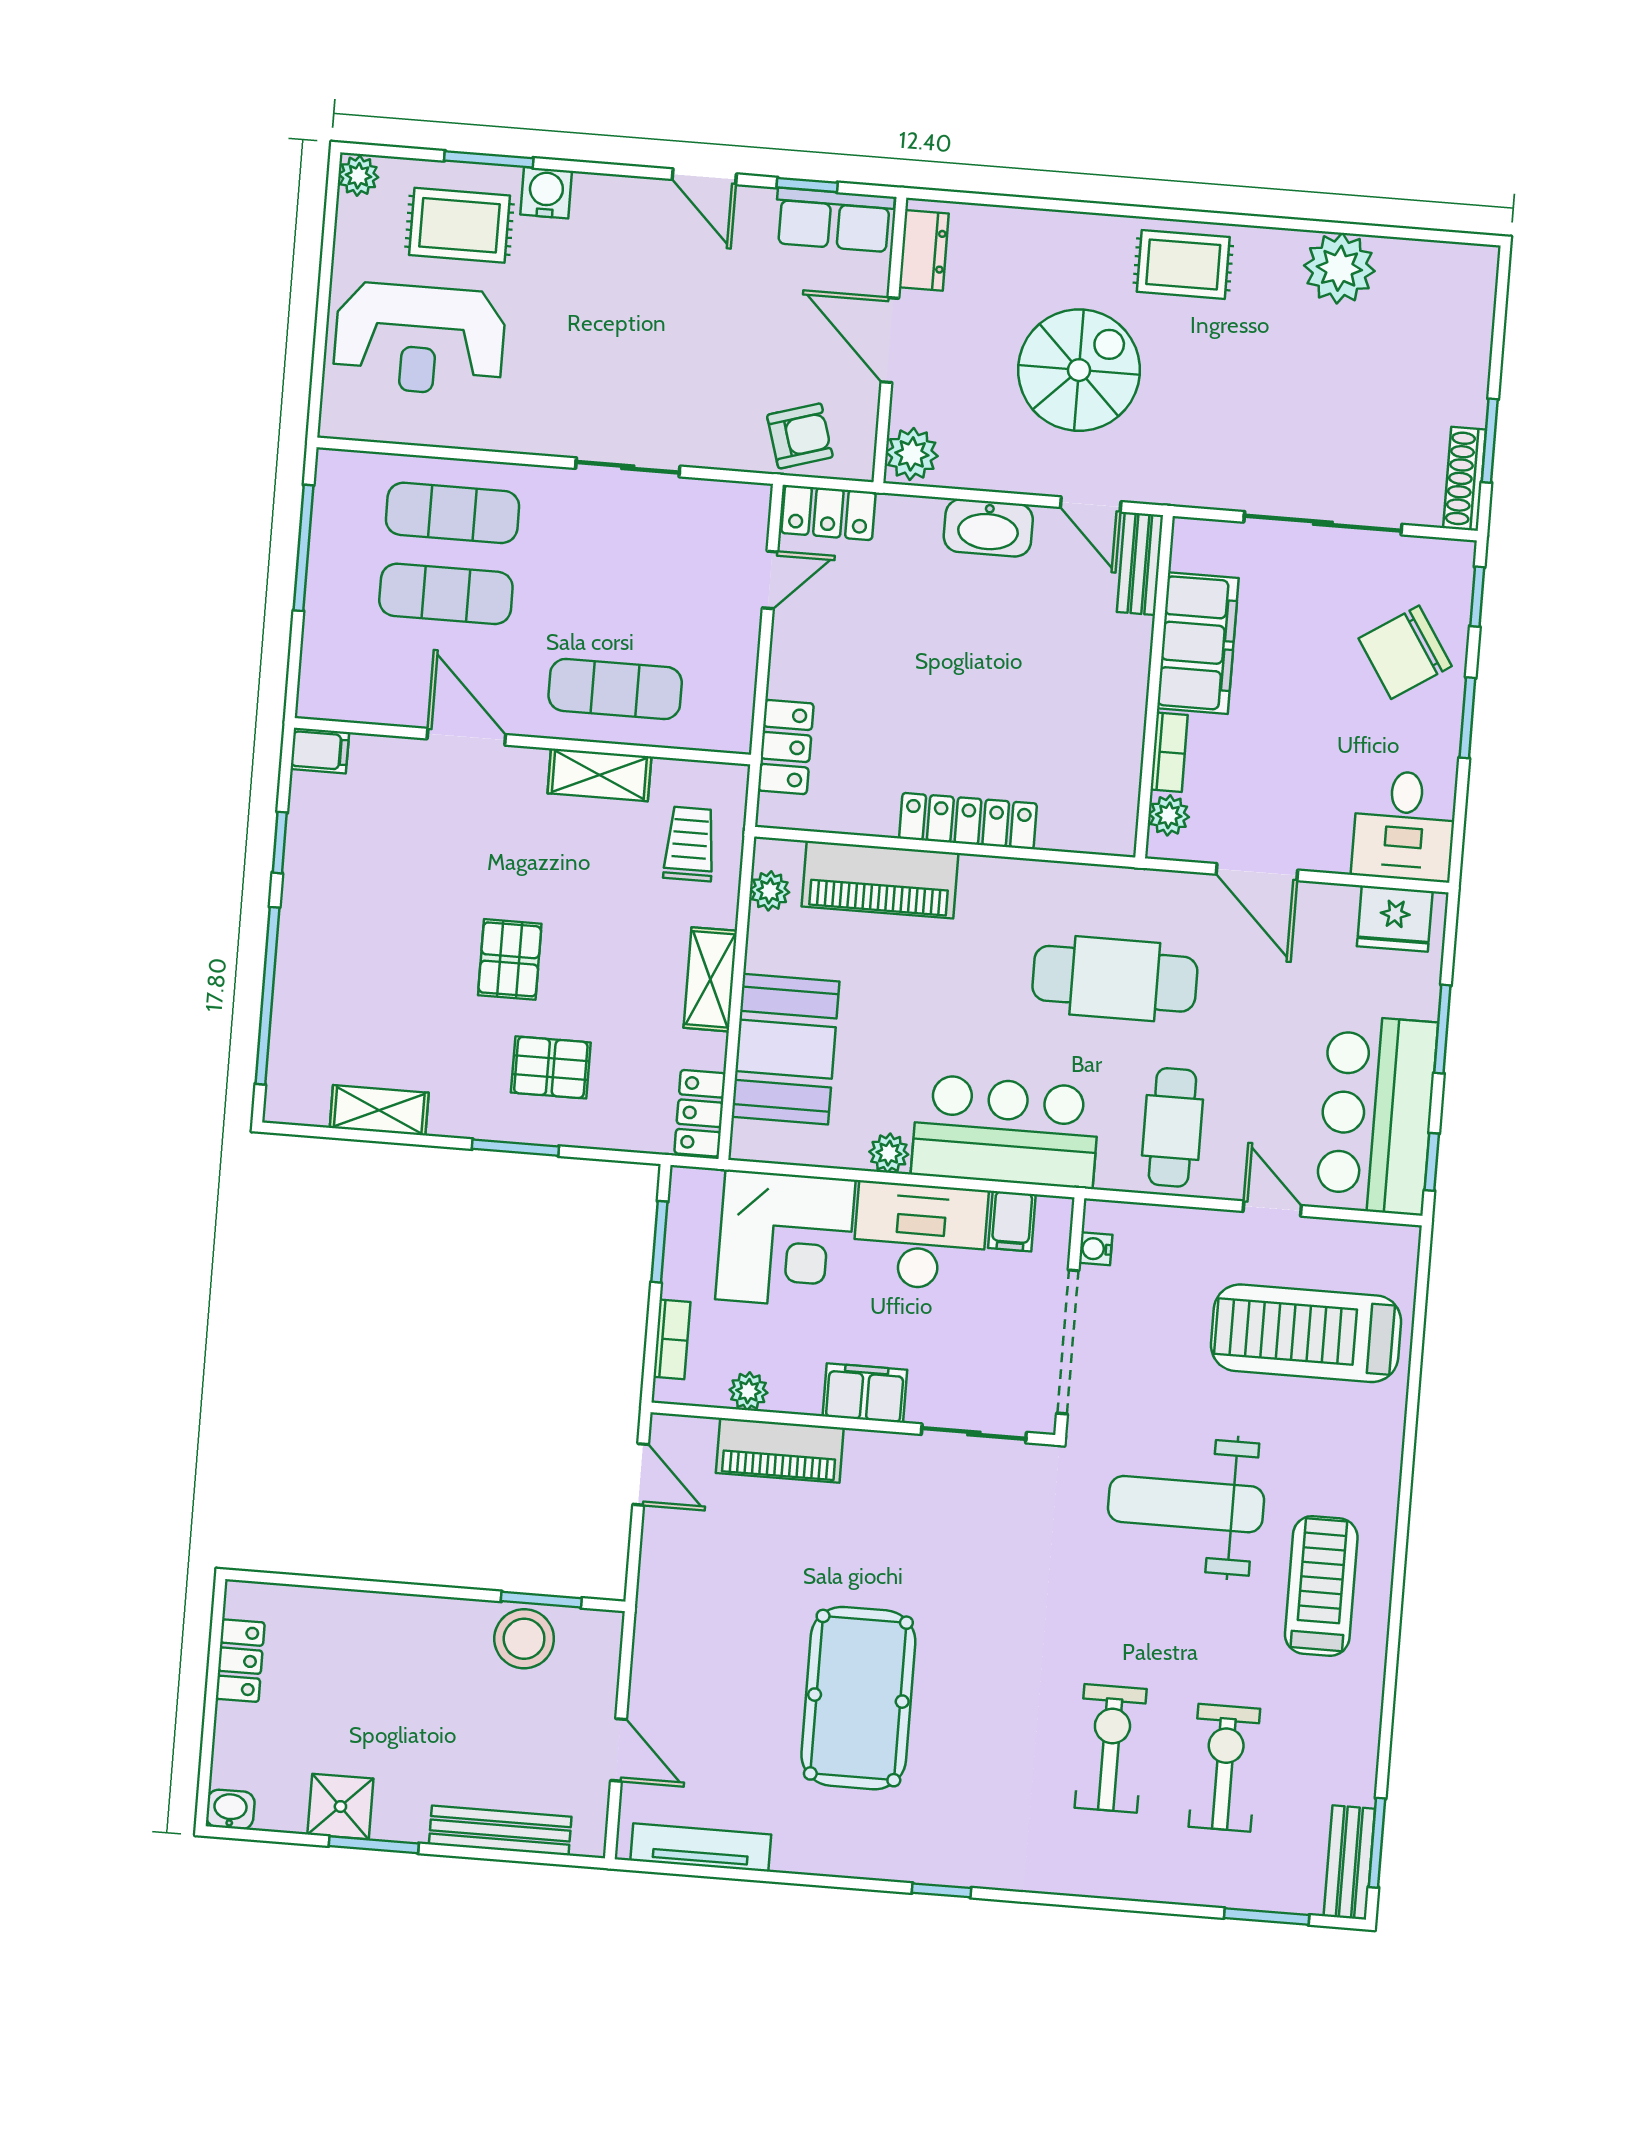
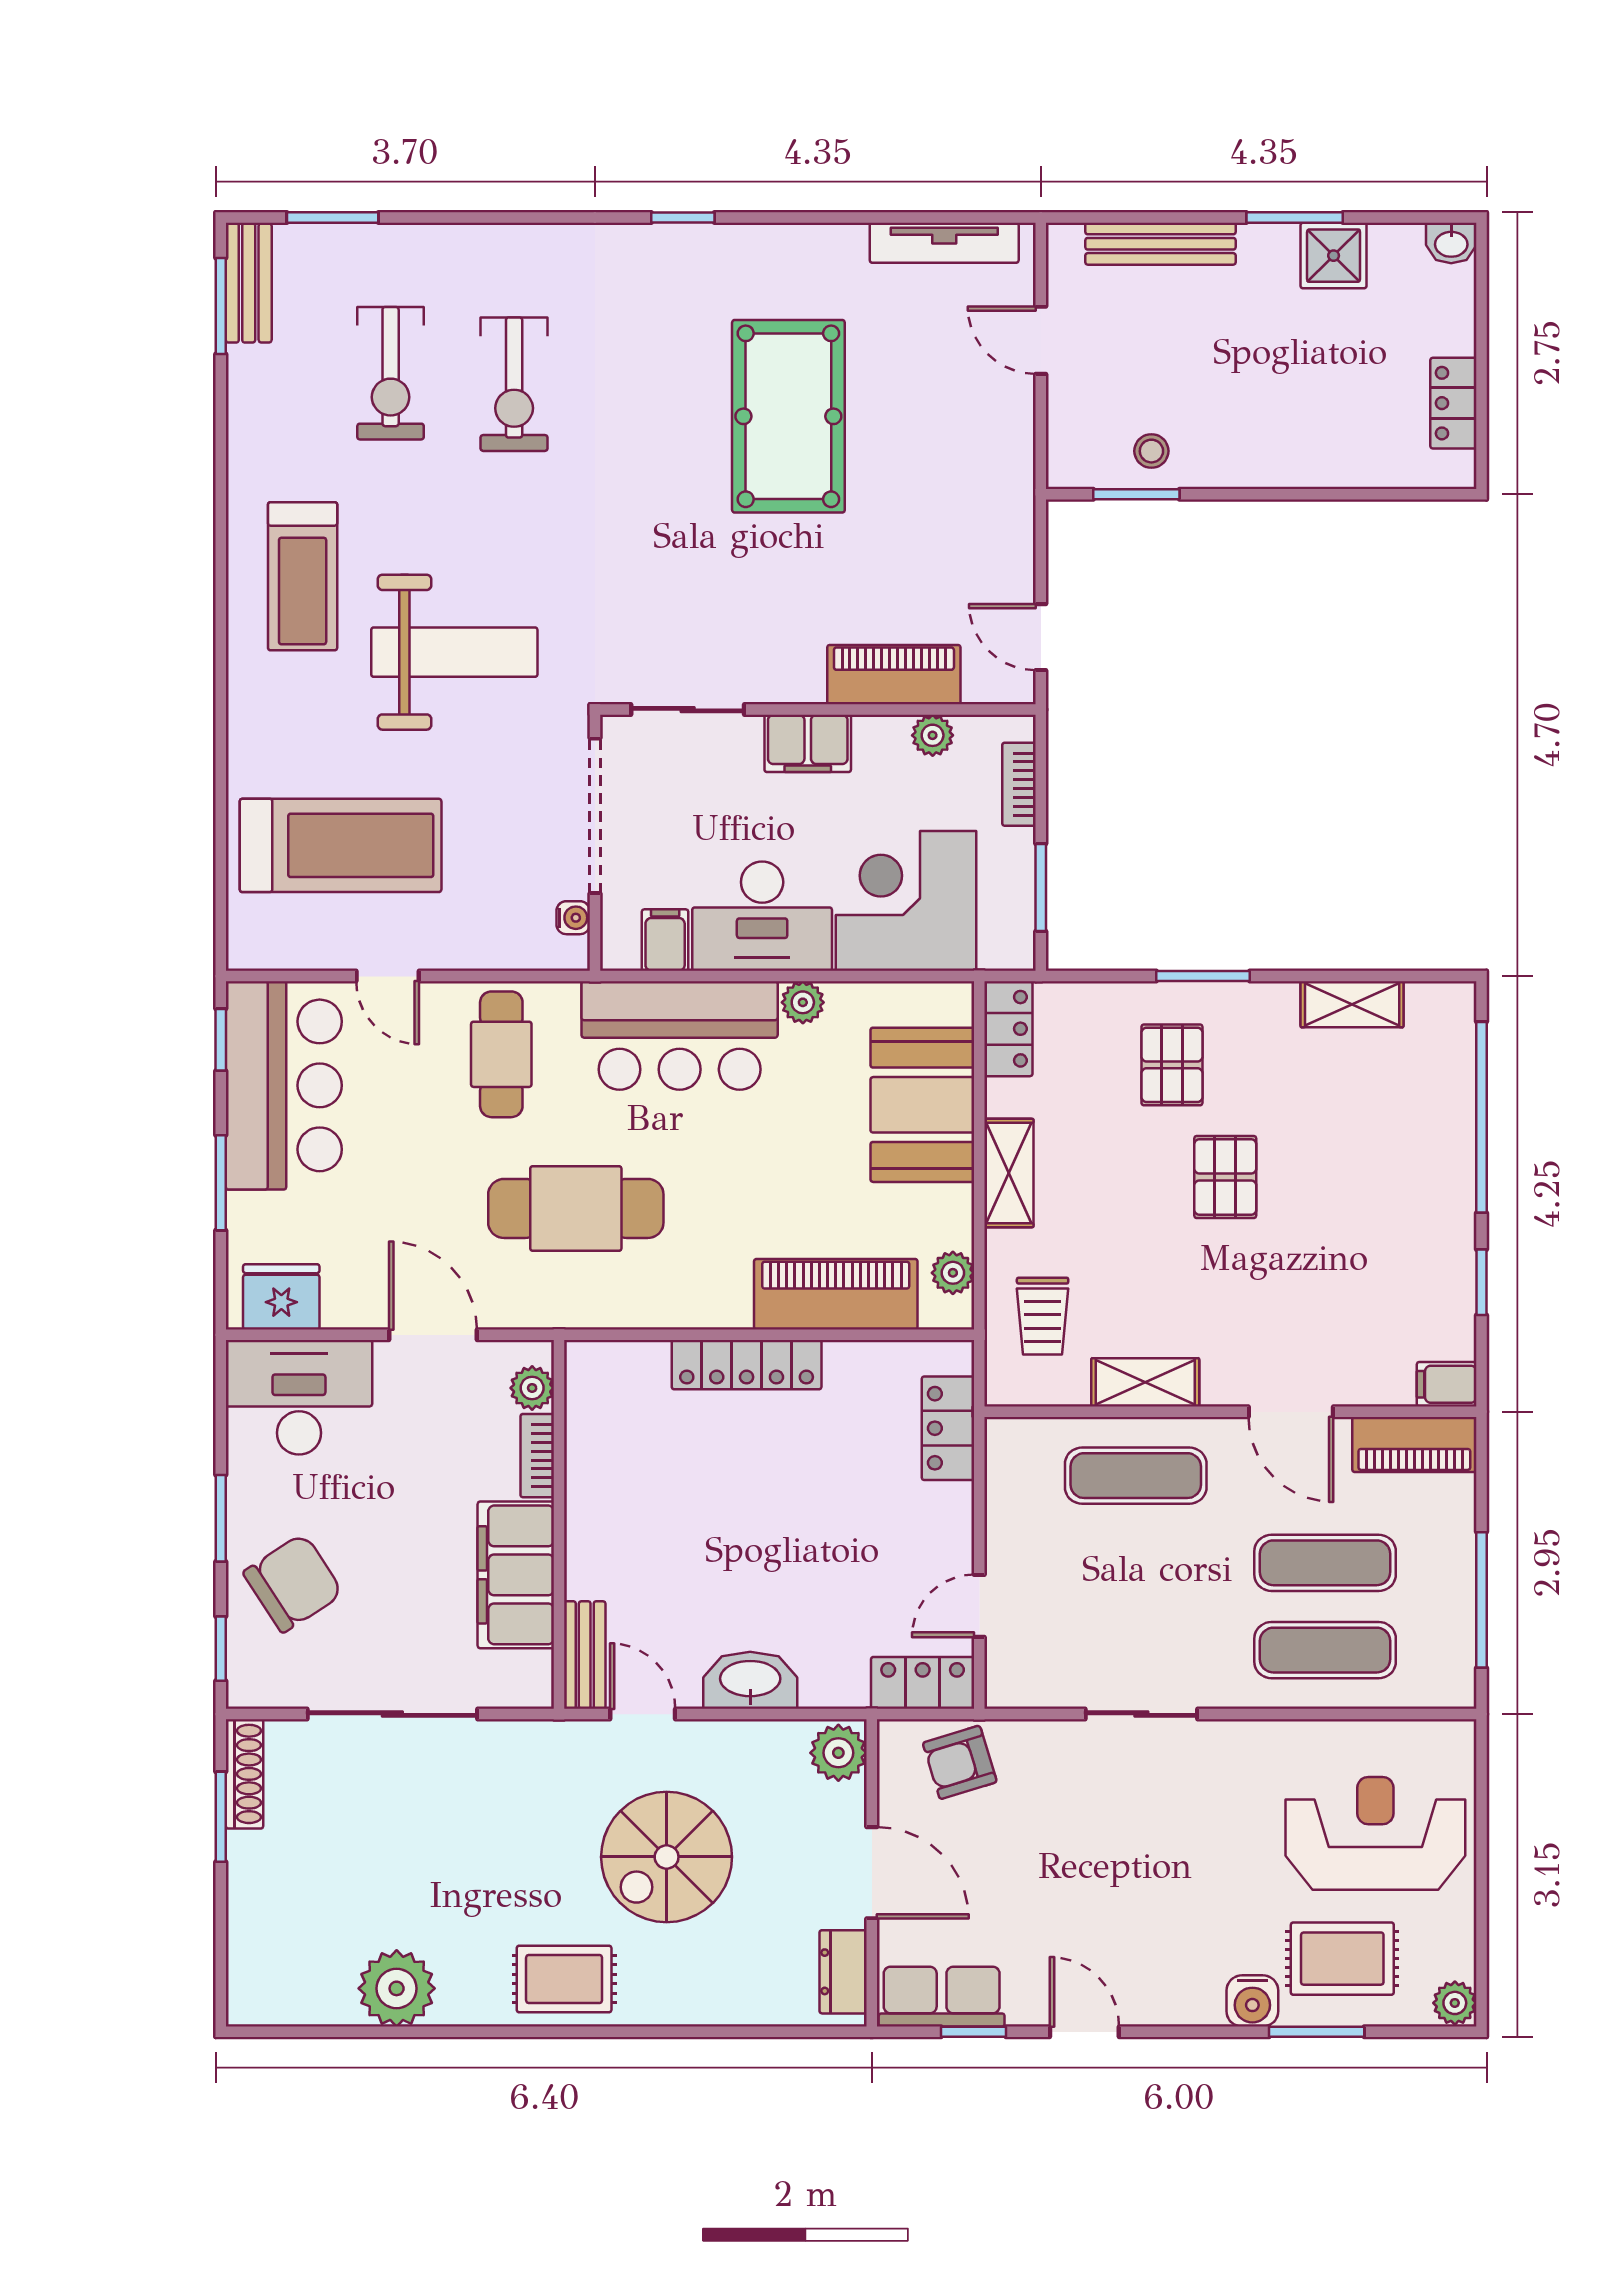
piano: (354, 697) -> (1414, 1445), added
desk: (1404, 826) -> (299, 1397), width x1.37
pallet: (551, 1067) -> (1172, 1065), turned 90
stool: (524, 1639) -> (1151, 451), width x0.53, depth x0.53

